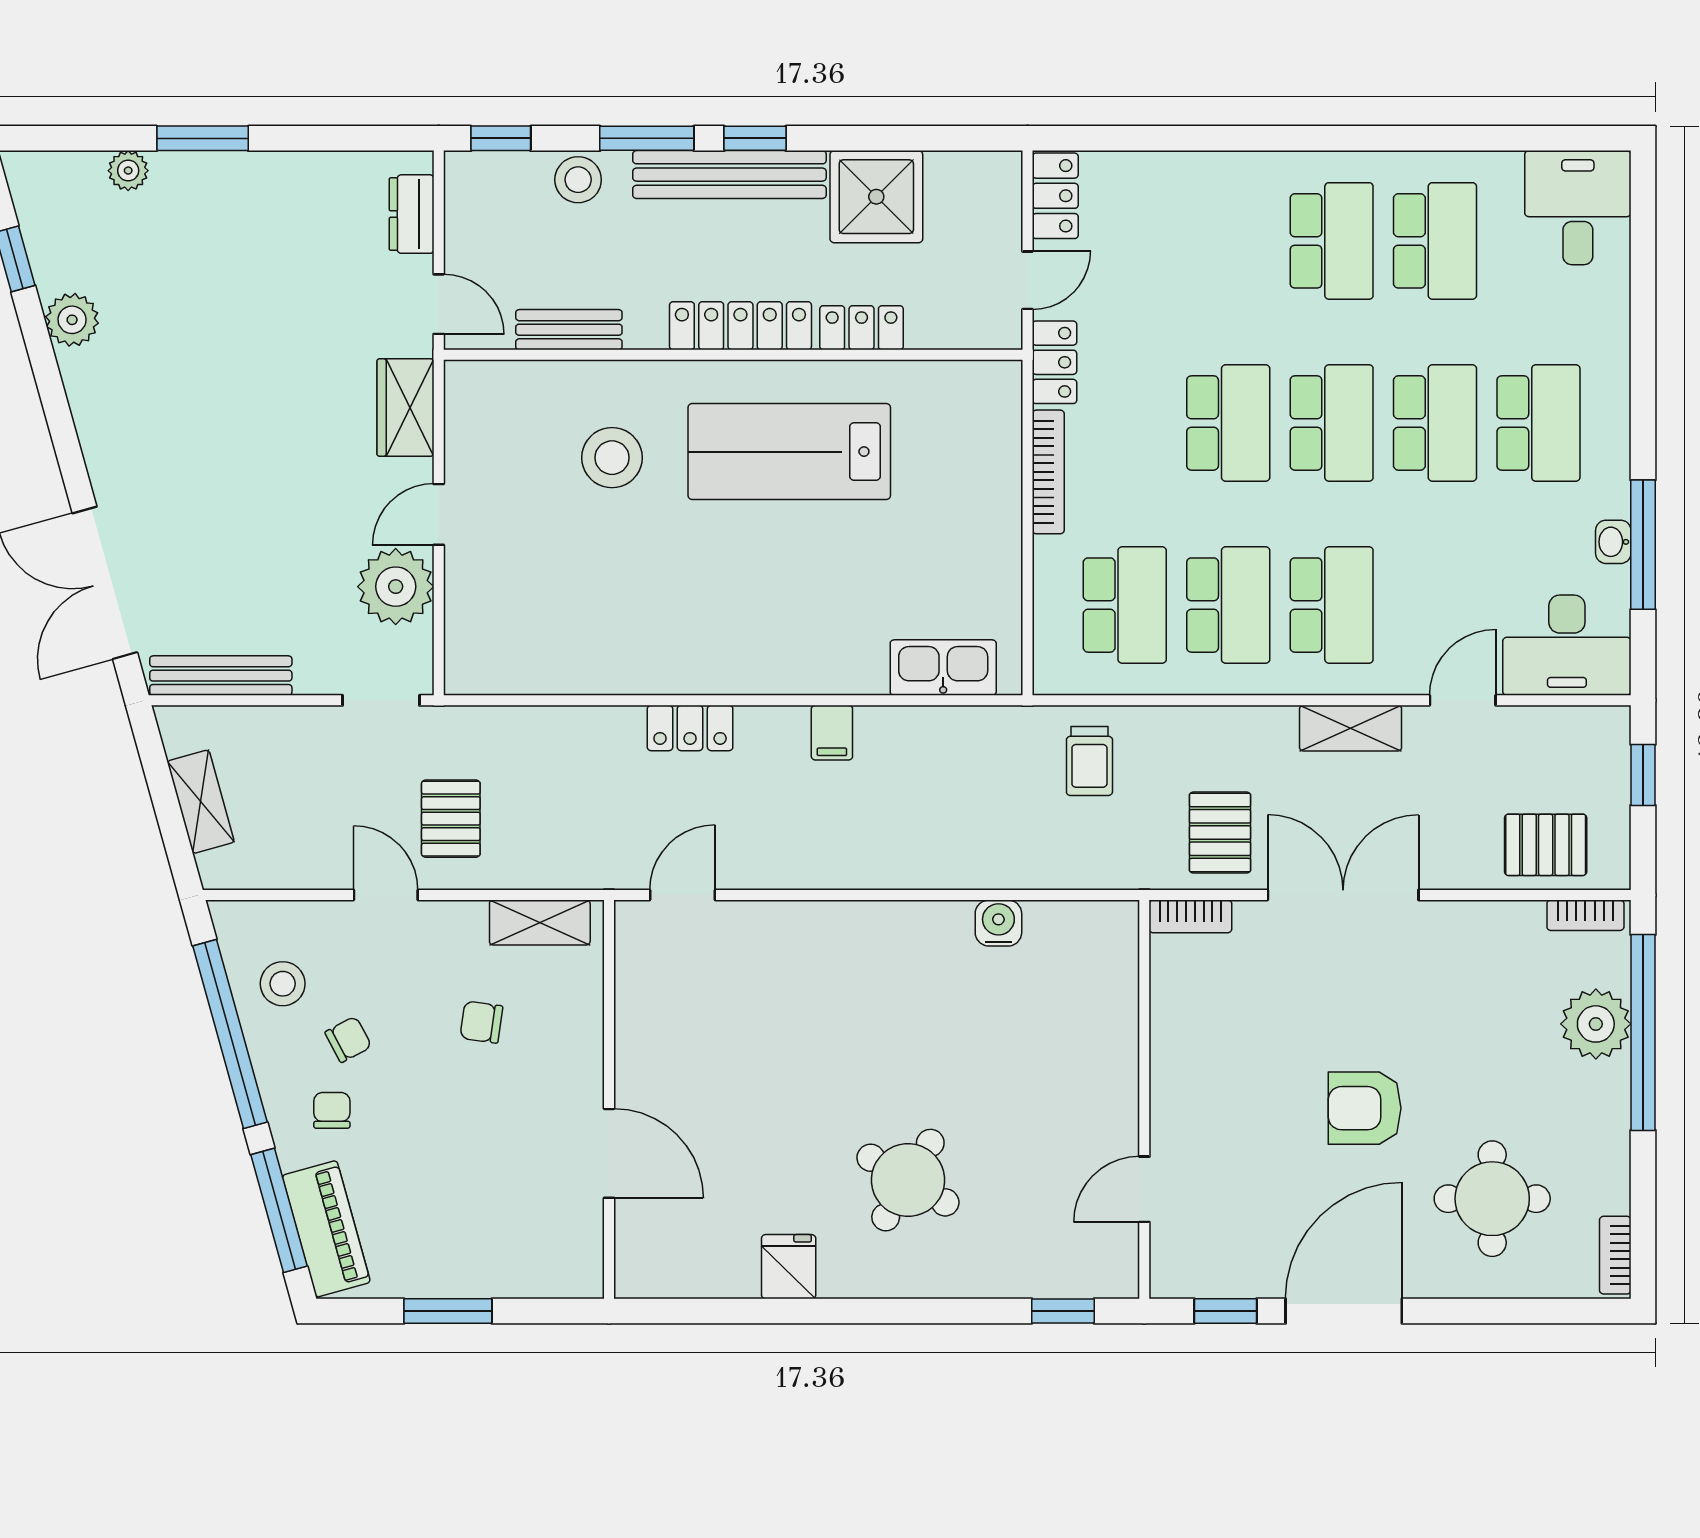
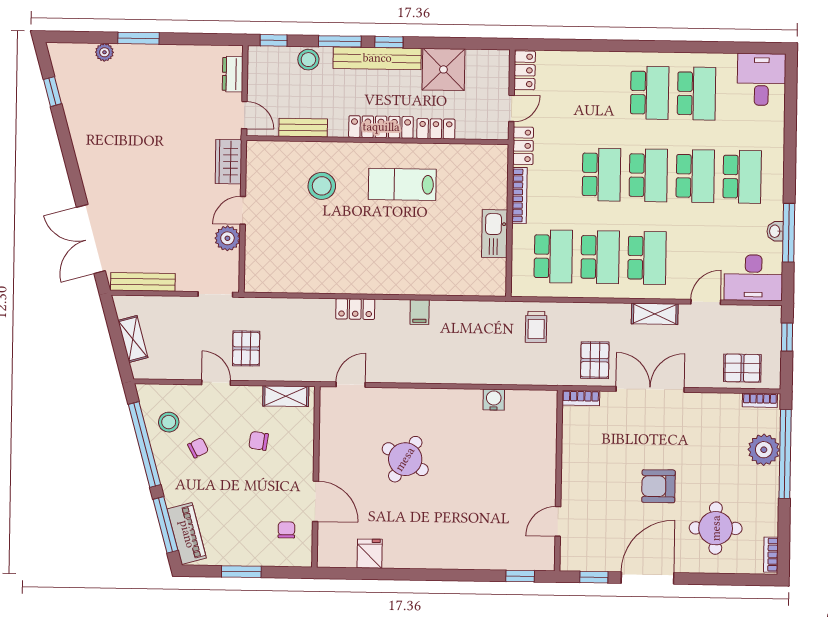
plant: (72, 320) -> (78, 120), removed
lab bench: (789, 452) -> (402, 184), width x0.73, depth x0.72
plant: (396, 587) -> (227, 238), width x0.73, depth x0.73
kitchen sink: (943, 668) -> (495, 234), moved, turned -90
chair: (332, 1110) -> (286, 530), moved
round table: (908, 1180) -> (405, 459), moved
fridge: (789, 1267) -> (370, 554), moved

